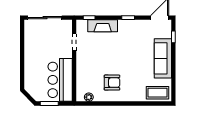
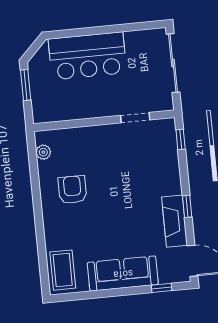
fireplace: (103, 26) -> (174, 221), moved
bar counter: (60, 80) -> (87, 56), moved, turned 180
armchair: (112, 83) -> (72, 190), turned 180

